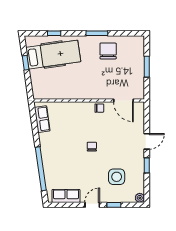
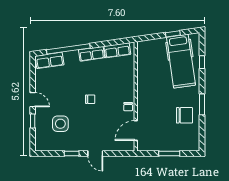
row of seats: (46, 145) -> (92, 54), added
row of seats: (66, 196) -> (50, 60), moved, turned 82
plant: (140, 198) -> (40, 147), removed

